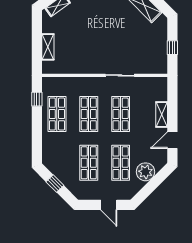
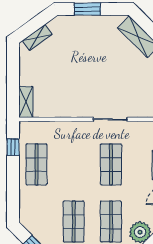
shelving: (48, 47) -> (26, 102), moved
shop shelf: (89, 114) -> (74, 164), removed

